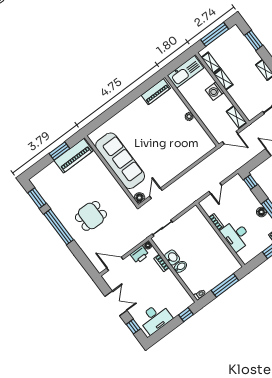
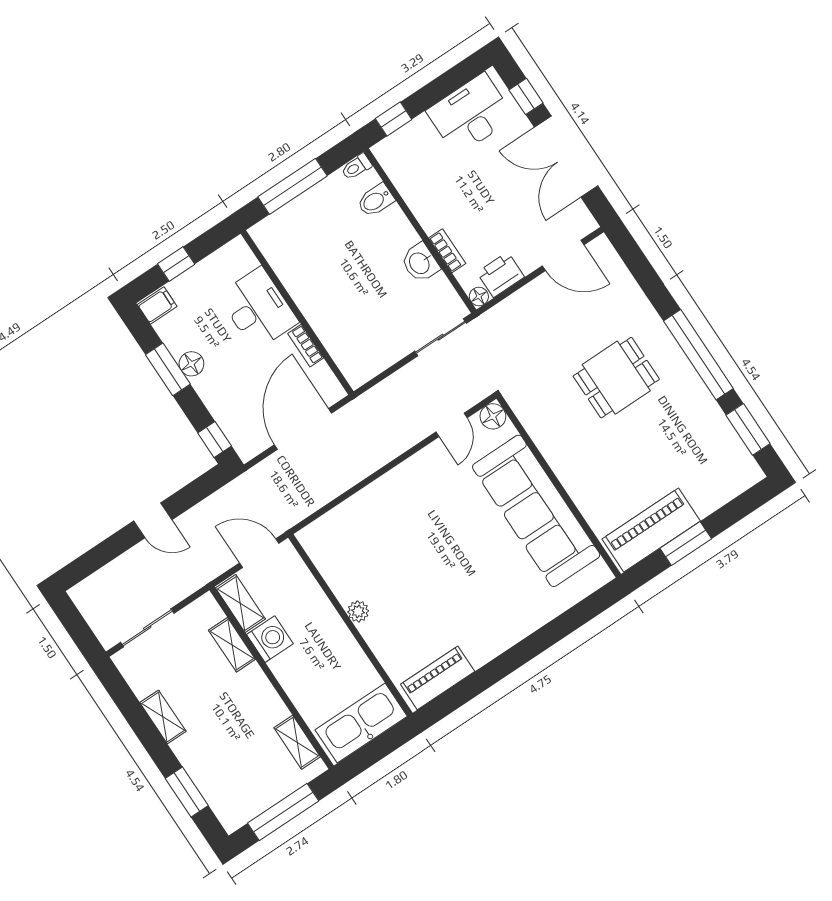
shelving: (223, 80) -> (232, 645), moved
washing machine: (215, 91) -> (270, 639), moved
door: (215, 188) -> (303, 429), width x1.88
bidet: (180, 267) -> (376, 200), moved
double door: (116, 303) -> (566, 157), width x1.37

